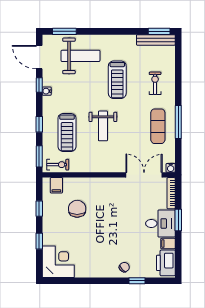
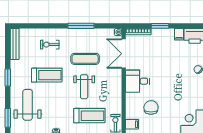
window: (159, 31) -> (8, 77), moved
weight bench: (103, 126) -> (84, 87), turned 90
exercise mat: (158, 126) -> (85, 59), moved
chair: (77, 209) -> (151, 108), turned 90
desk: (160, 223) -> (137, 81), moved, turned -90

